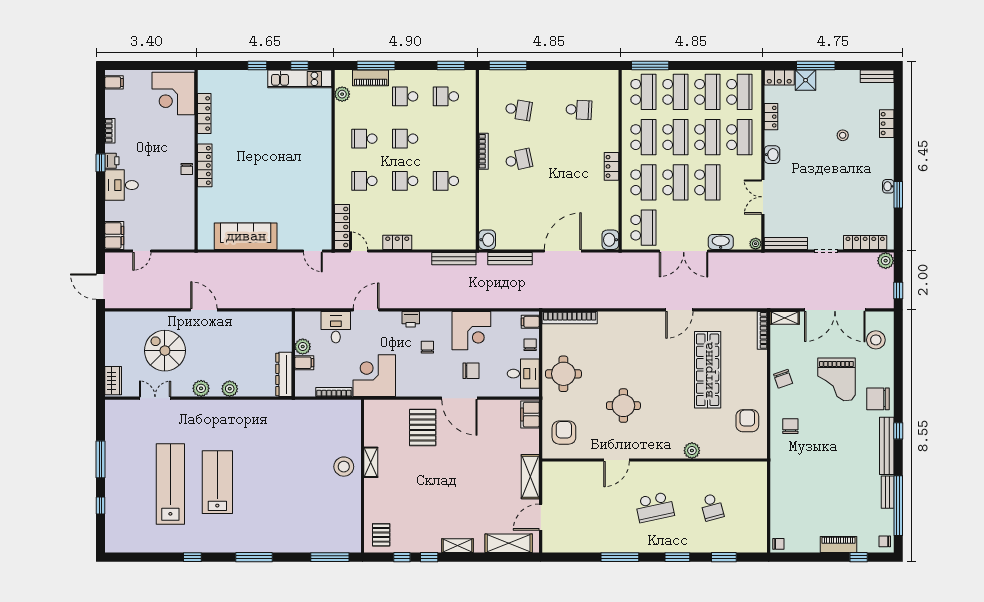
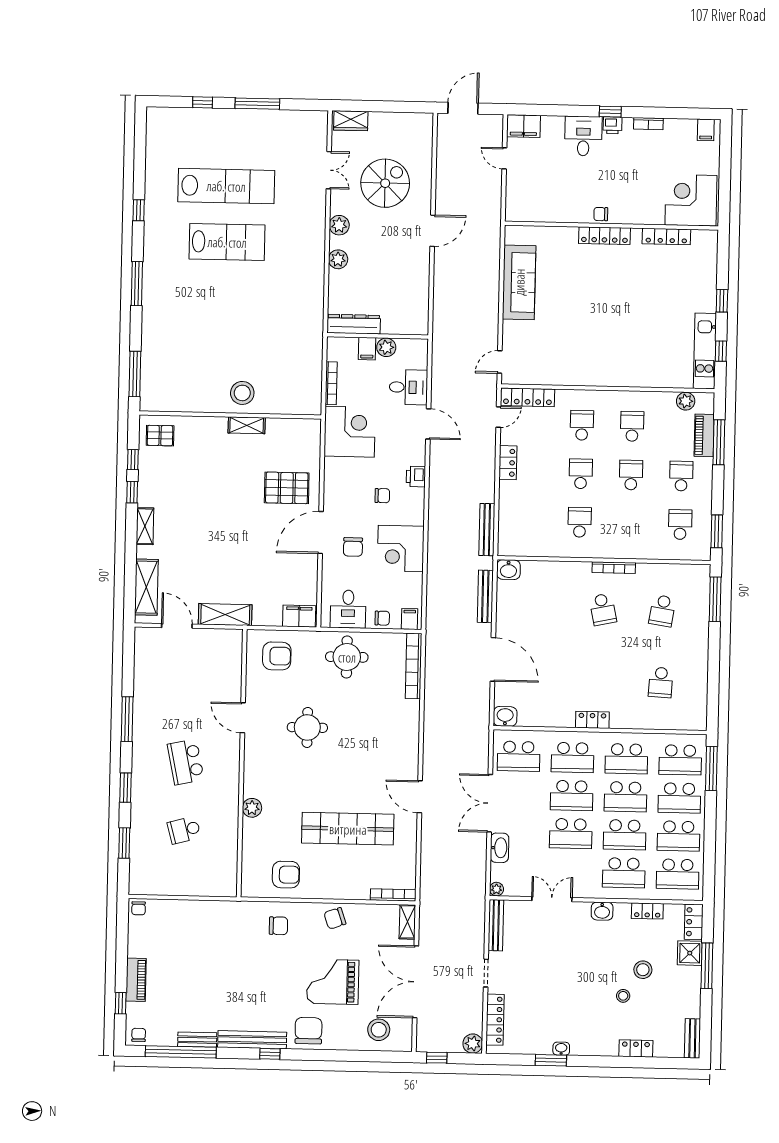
stool: (820, 119) -> (643, 970), added

